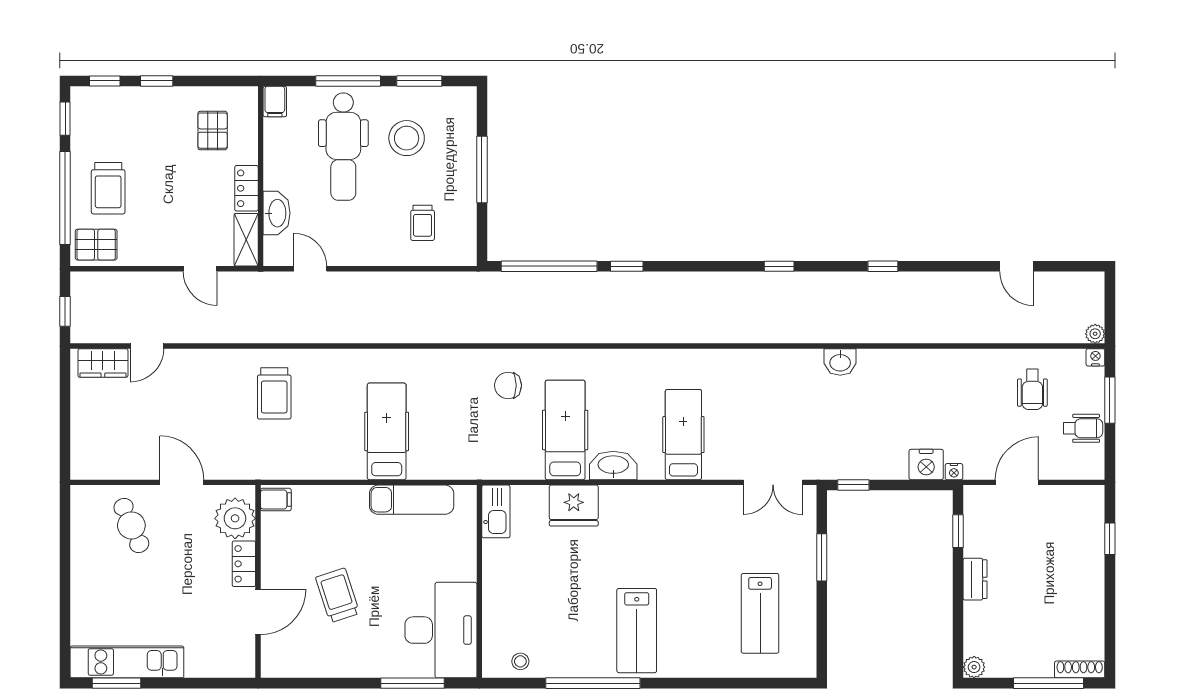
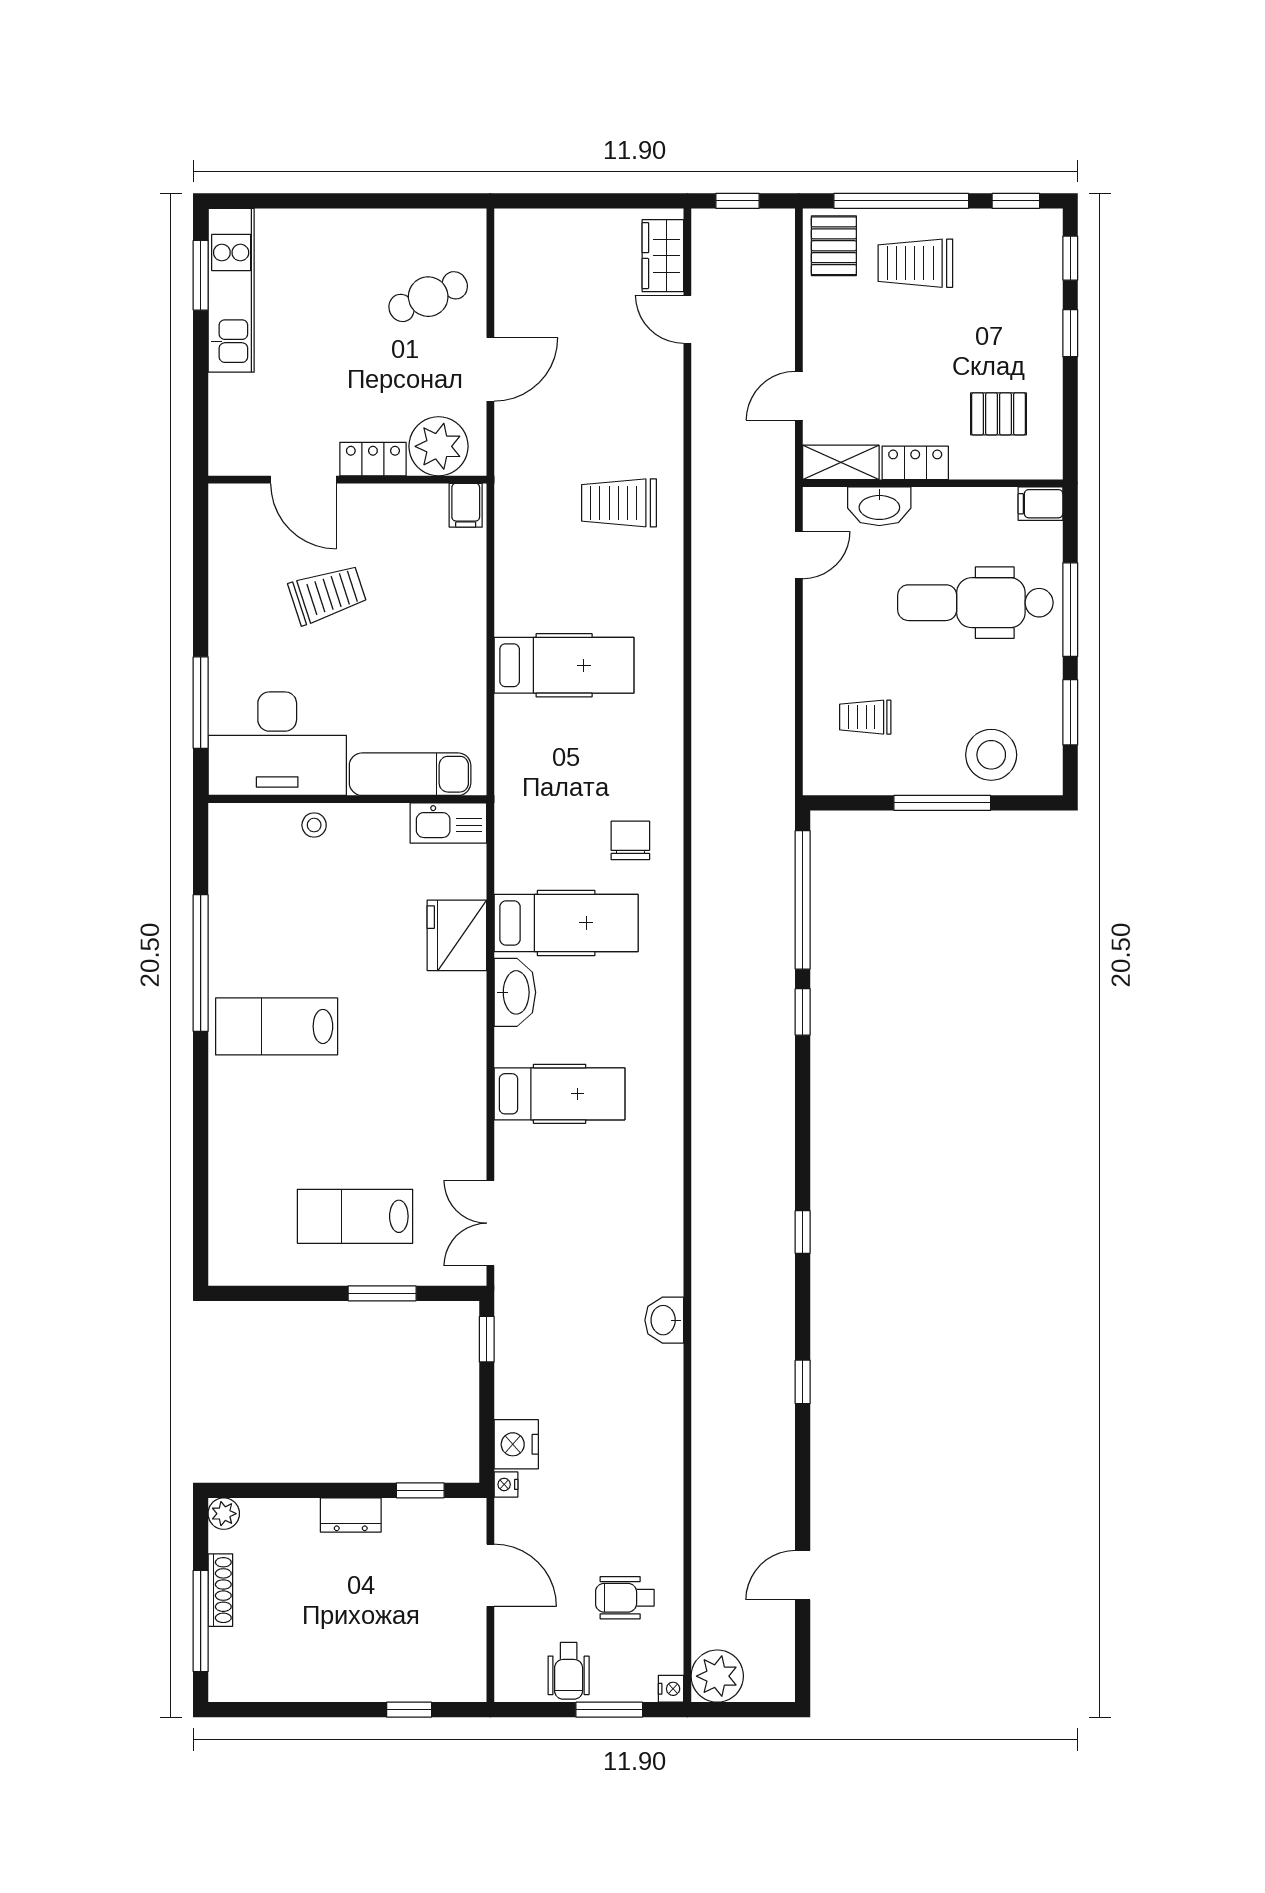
stool: (407, 138) -> (991, 755), moved
plant: (1095, 334) -> (717, 1676), width x1.87, depth x1.87
exam couch: (412, 500) -> (410, 774), moved, turned 90
lab bench: (760, 613) -> (355, 1216), moved
stool: (520, 661) -> (314, 825), moved
shoe rack: (1080, 669) -> (220, 1590), moved

